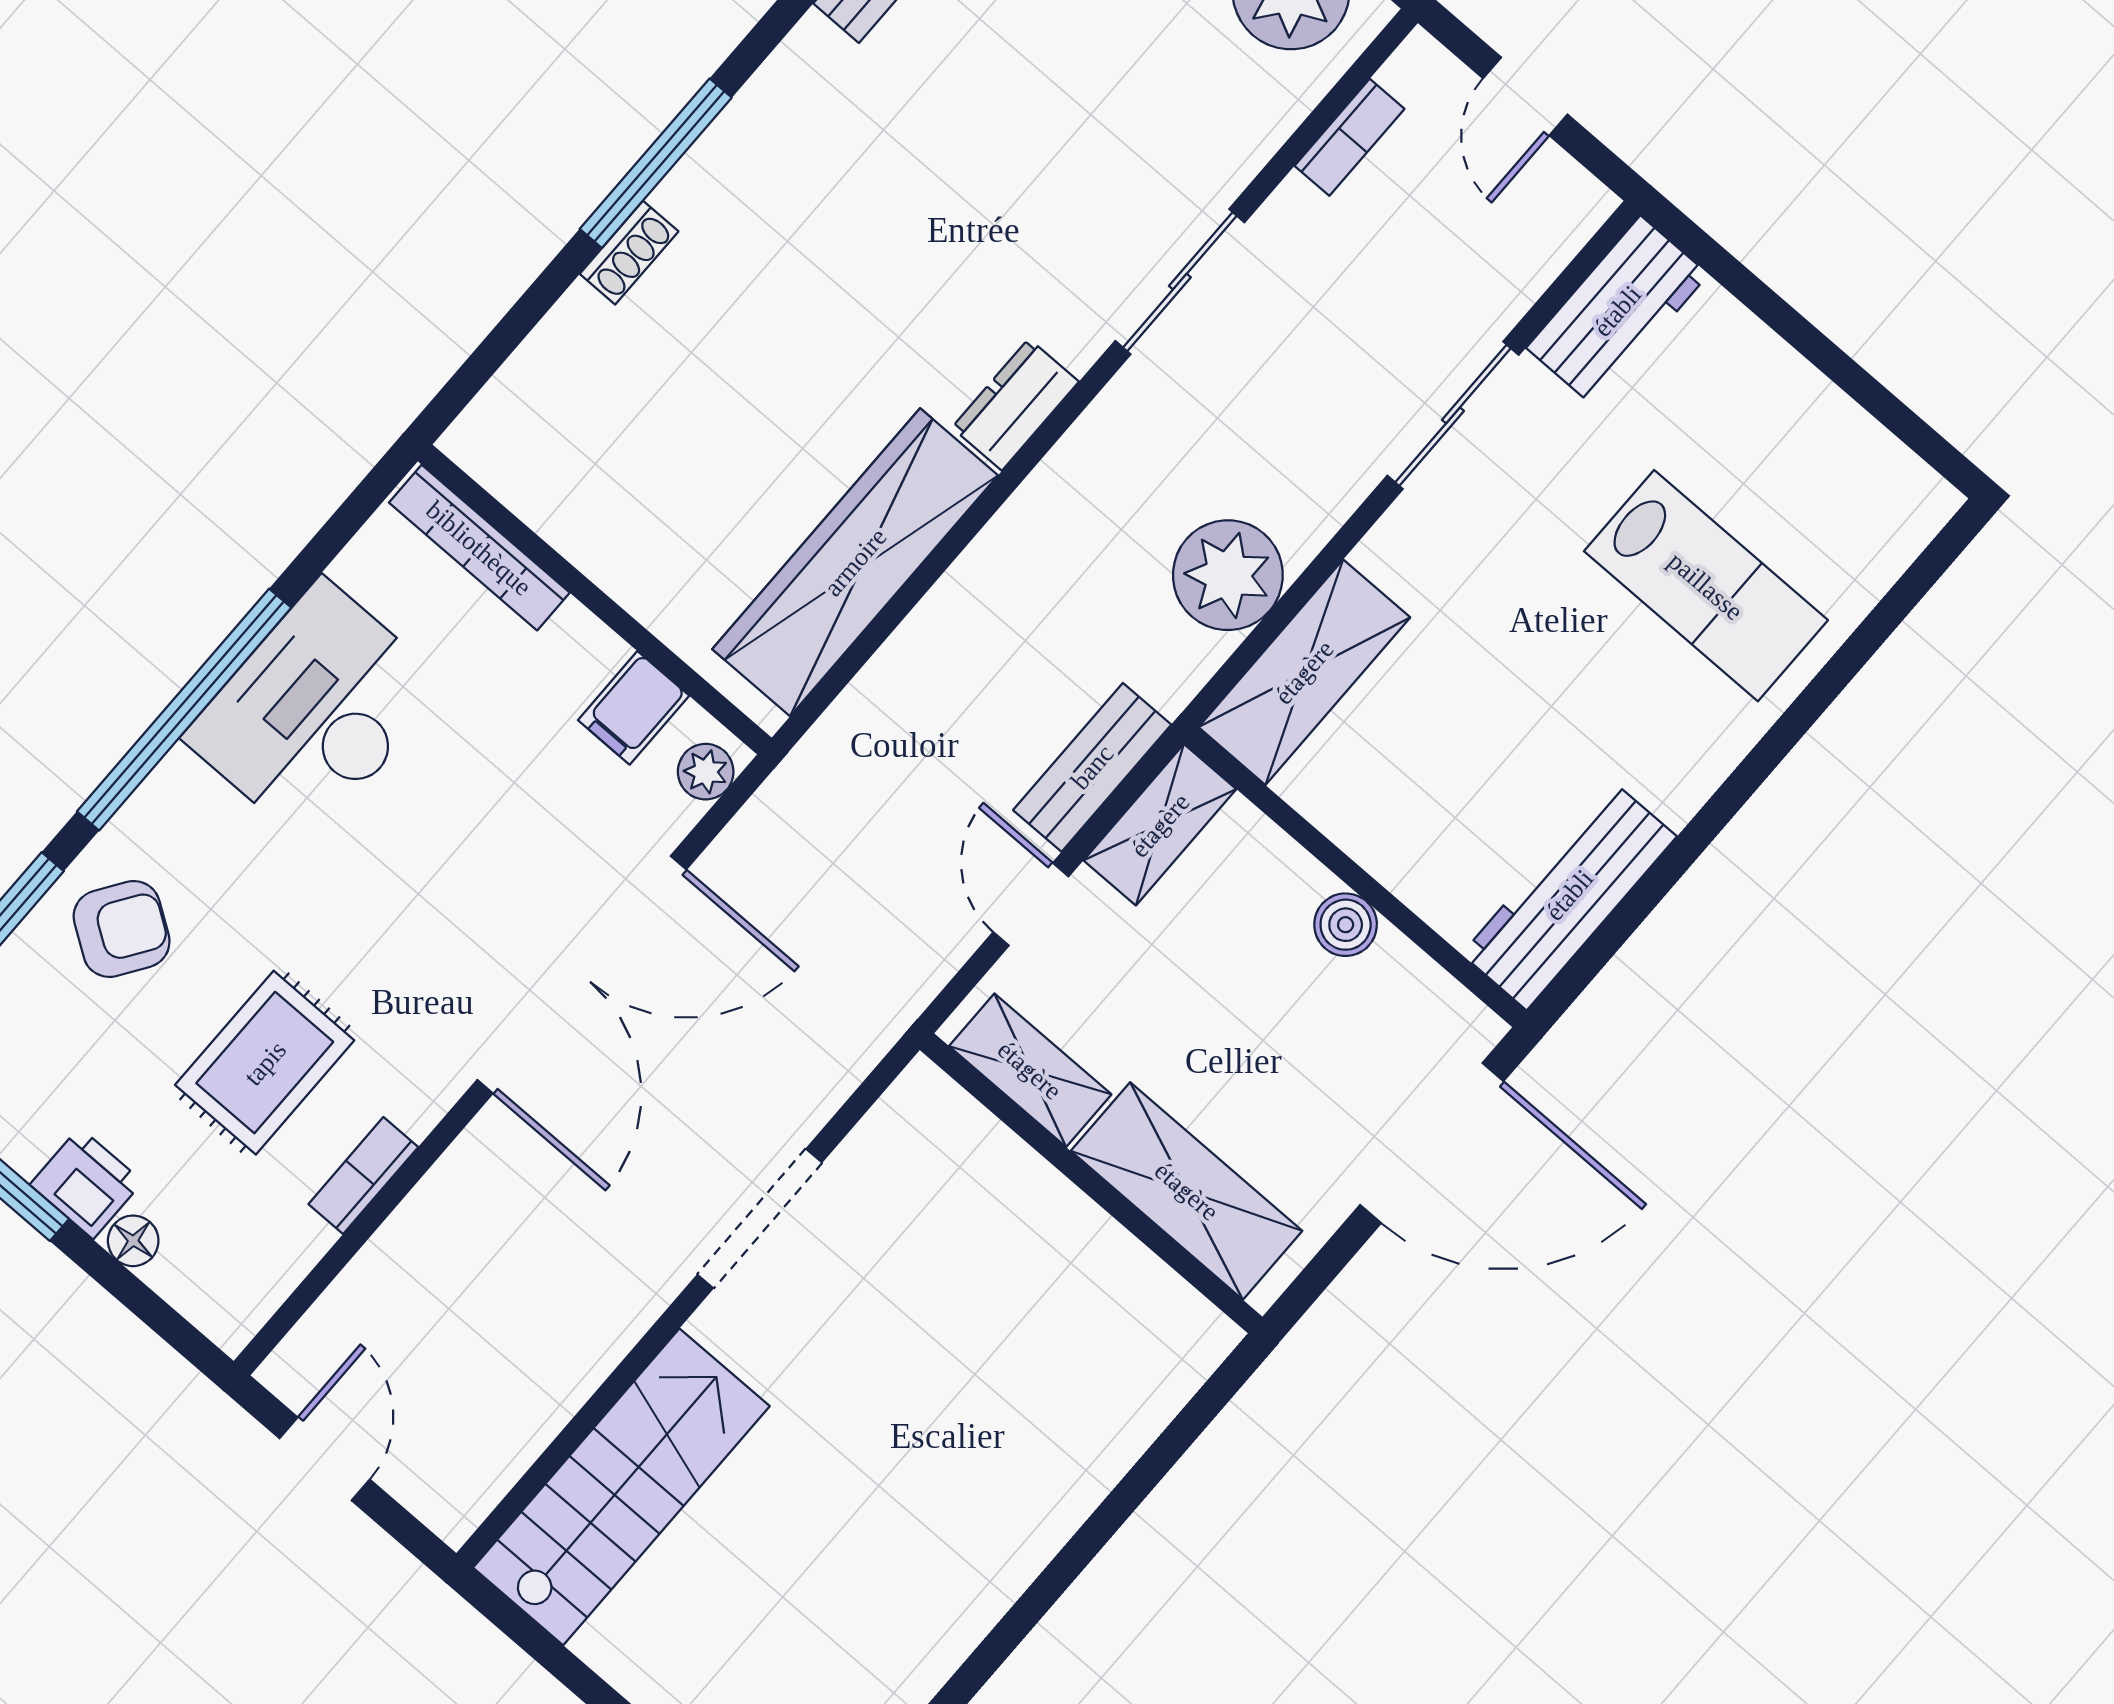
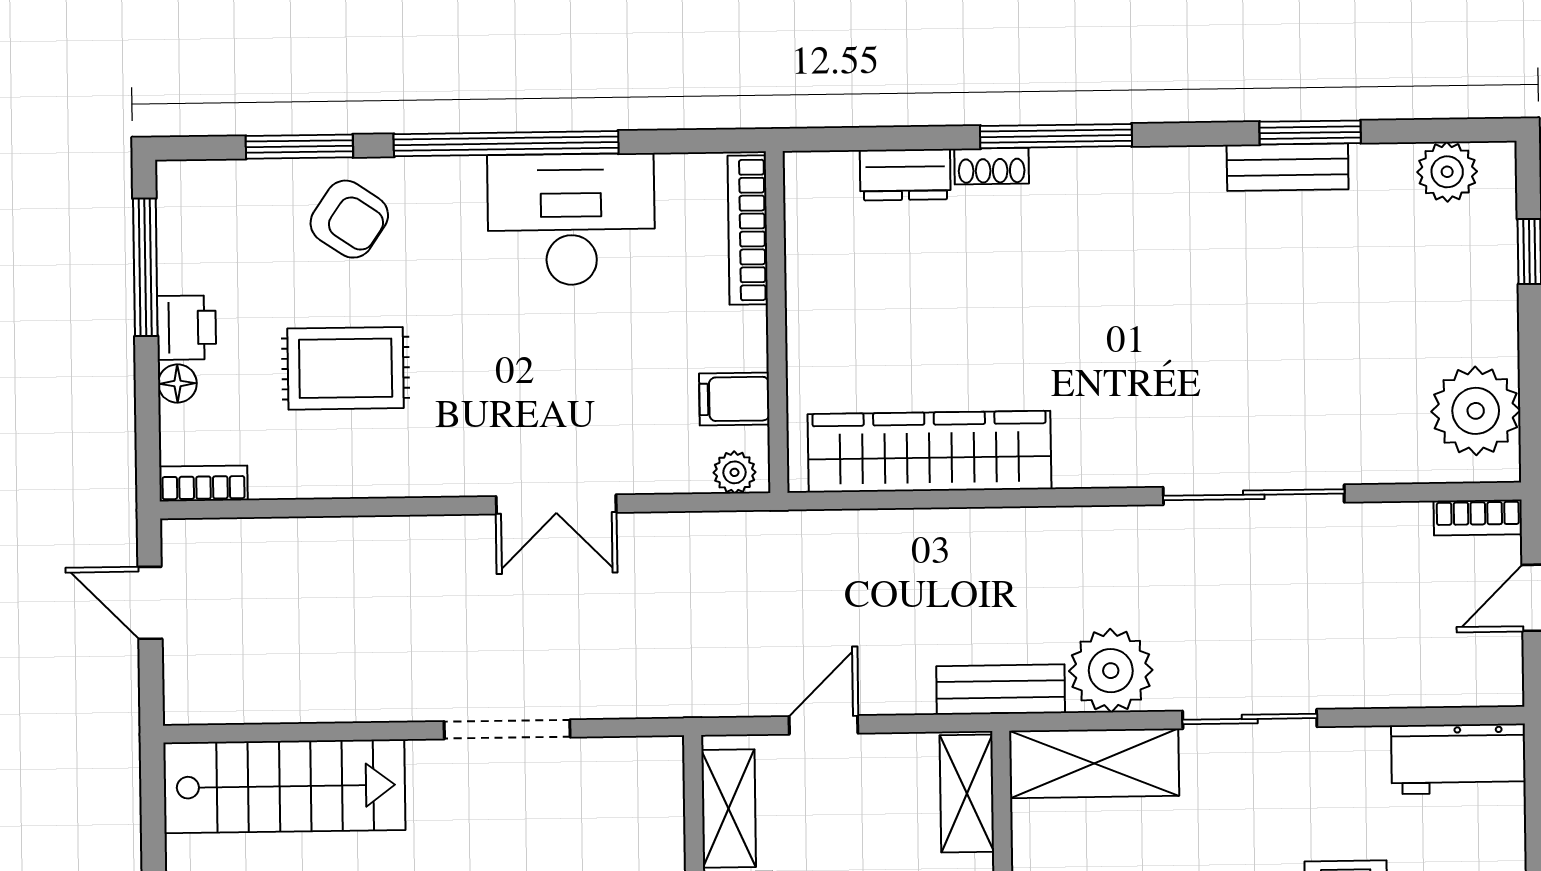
bookcase: (1349, 137) -> (1478, 518), moved
sliding door: (1180, 282) -> (1254, 495), width x1.37
dresser: (1015, 405) -> (905, 175), moved, turned 180
sliding door: (1453, 415) -> (1250, 719), moved
bench: (1092, 767) -> (1001, 690), moved
shelving: (1160, 825) -> (967, 794), moved, turned 90
double door: (582, 975) -> (556, 504), width x0.54
bookcase: (363, 1176) -> (203, 483), moved
door: (325, 1459) -> (150, 603), swing flipped

